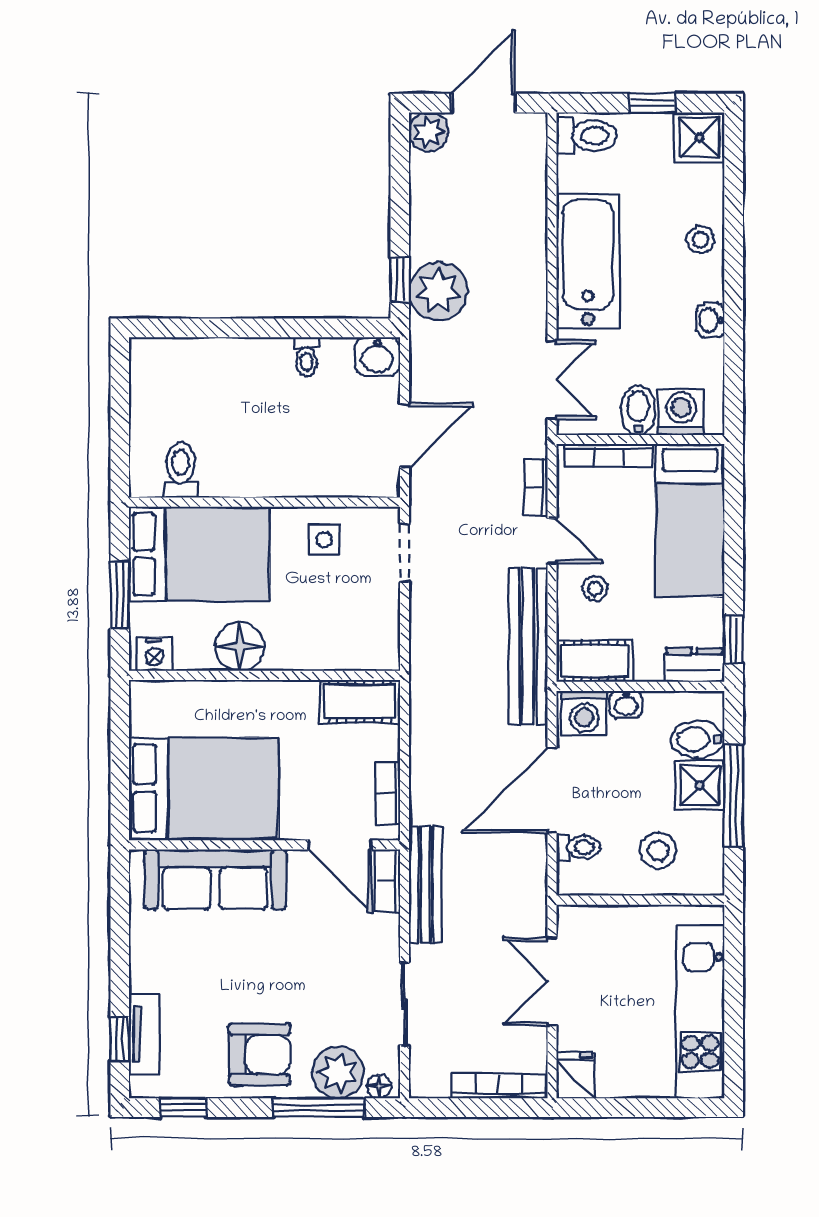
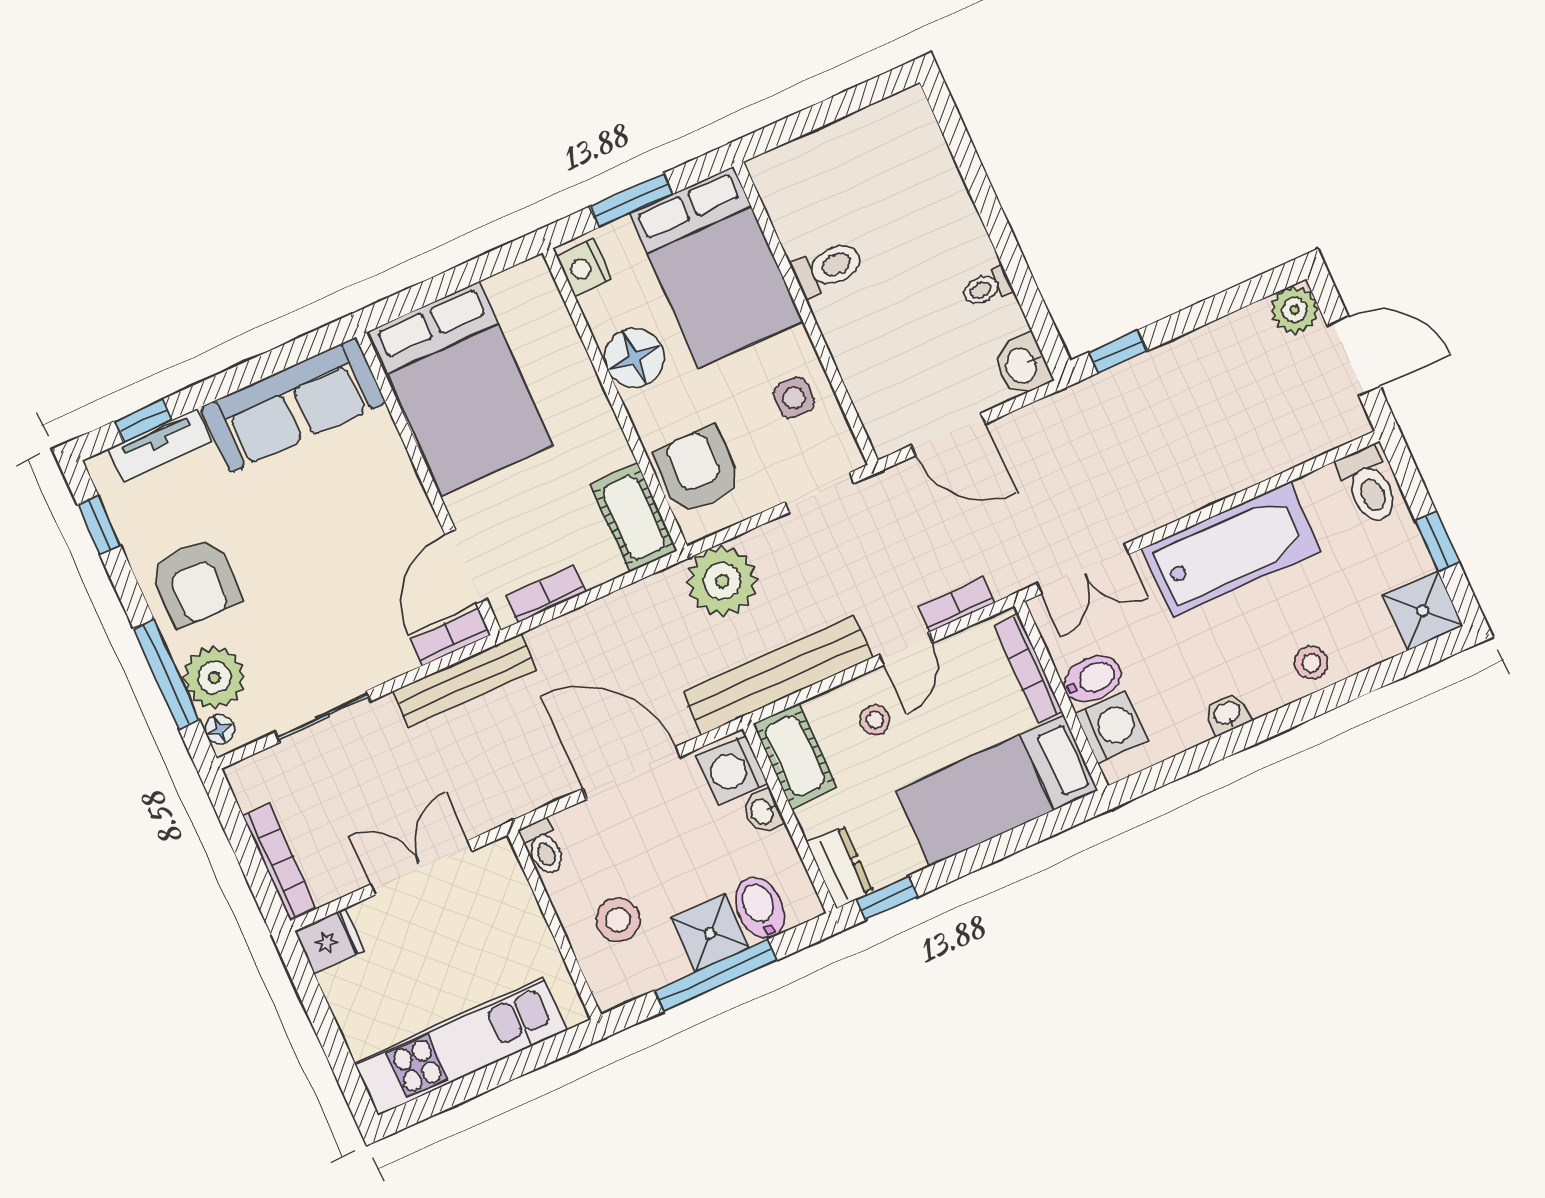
plant: (438, 291) -> (722, 581), moved
toilet: (180, 470) -> (828, 268), moved
armchair: (346, 637) -> (698, 470), added
toilet: (578, 847) -> (543, 847), moved
sofa: (215, 879) -> (293, 405), moved, turned -90

